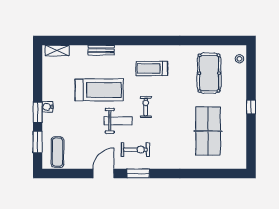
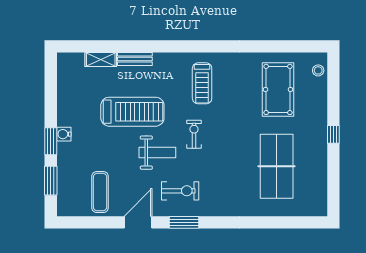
shelving: (57, 51) -> (101, 60), moved
treadmill: (152, 68) -> (202, 83), turned -90
exercise mat: (58, 152) -> (100, 192), moved

